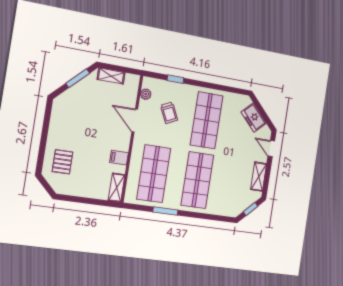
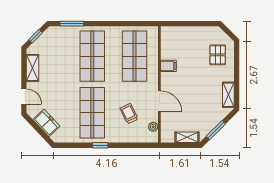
window: (175, 79) -> (100, 145), moved
shelving: (117, 188) -> (228, 95), moved
window: (165, 211) -> (72, 24), moved

